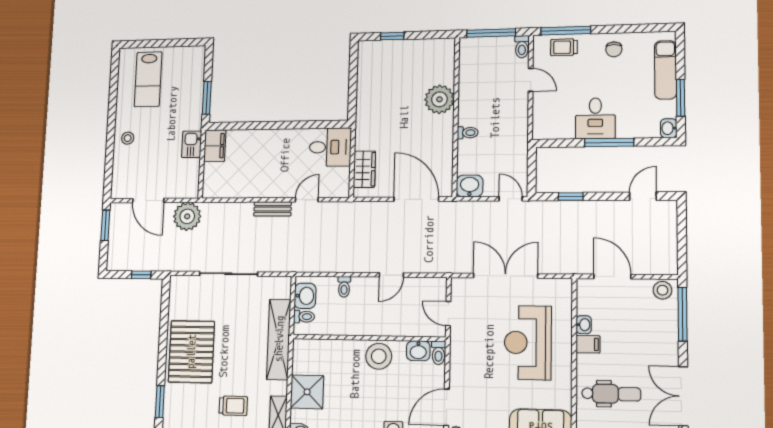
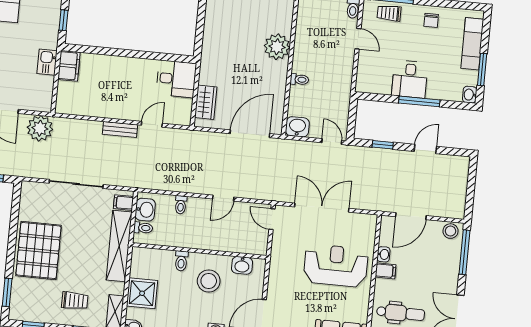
window: (207, 98) -> (63, 20), width x0.67
door: (643, 196) -> (425, 149), moved
door: (416, 199) -> (250, 134), hinge flipped
door: (612, 277) -> (411, 216), swing flipped
filing cabinet: (281, 290) -> (123, 203), added
door: (448, 314) -> (272, 219), moved
reception desk: (528, 343) -> (336, 266), turned 90
toilet: (438, 353) -> (181, 261), moved
stool: (379, 356) -> (209, 281), moved

